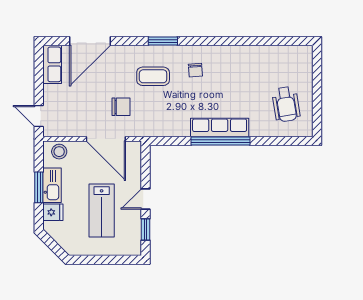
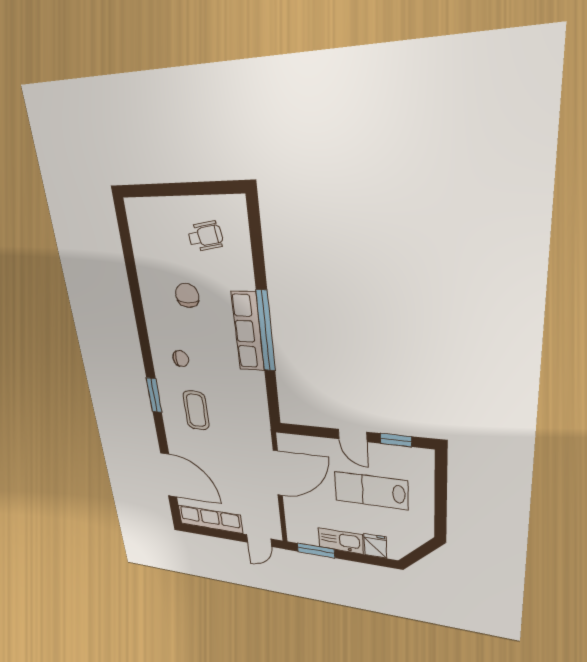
row of seats: (52, 64) -> (210, 519), width x1.48
wheelchair: (286, 104) -> (205, 236), width x0.73, depth x0.73
chair: (121, 107) -> (187, 295), moved
stool: (59, 152) -> (298, 527), removed
window: (39, 187) -> (316, 550), moved
lab bench: (102, 211) -> (371, 491), turned 180

